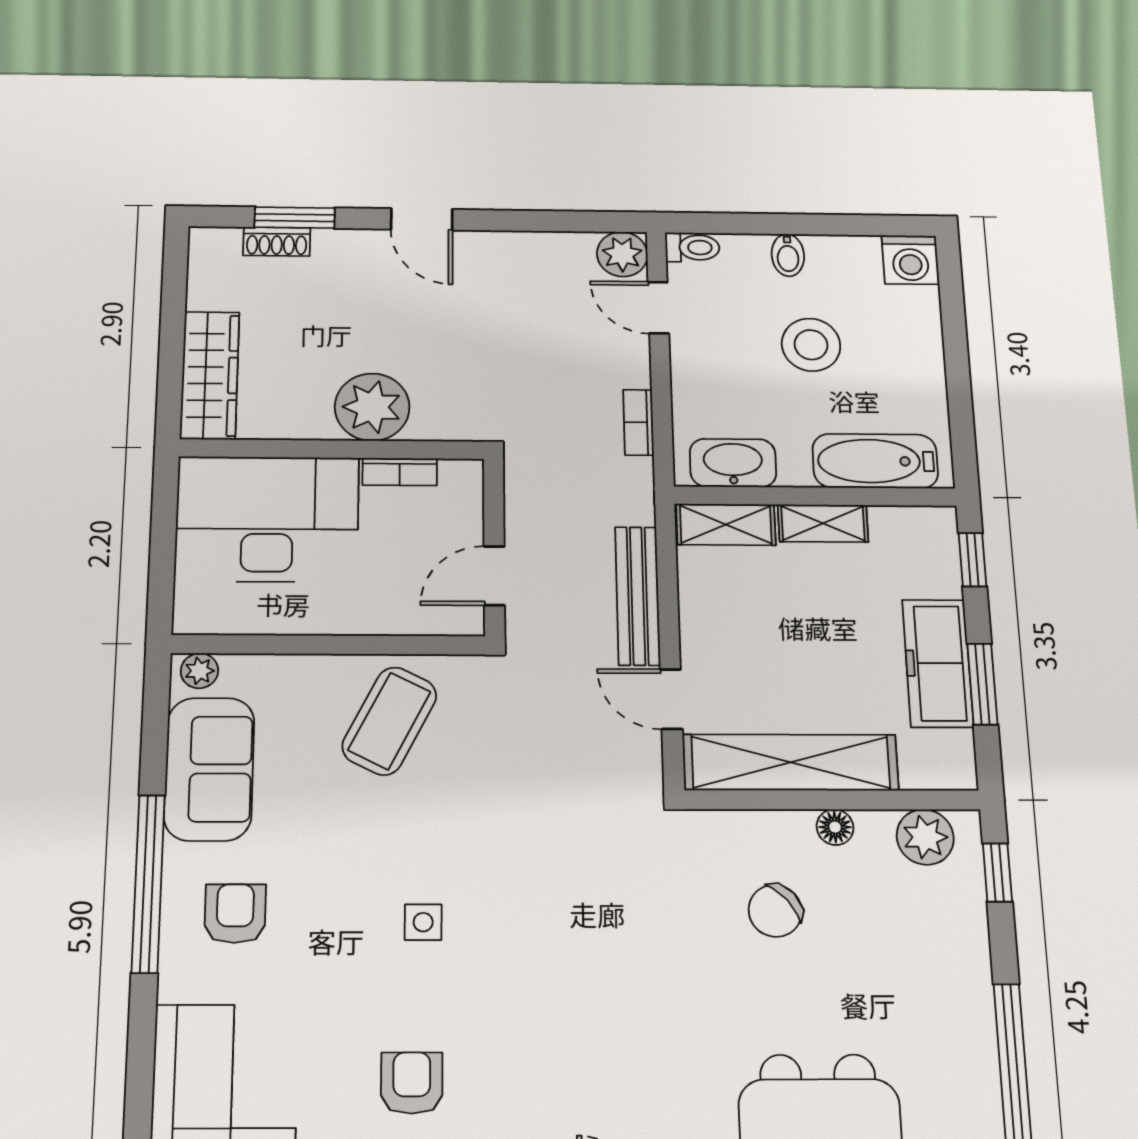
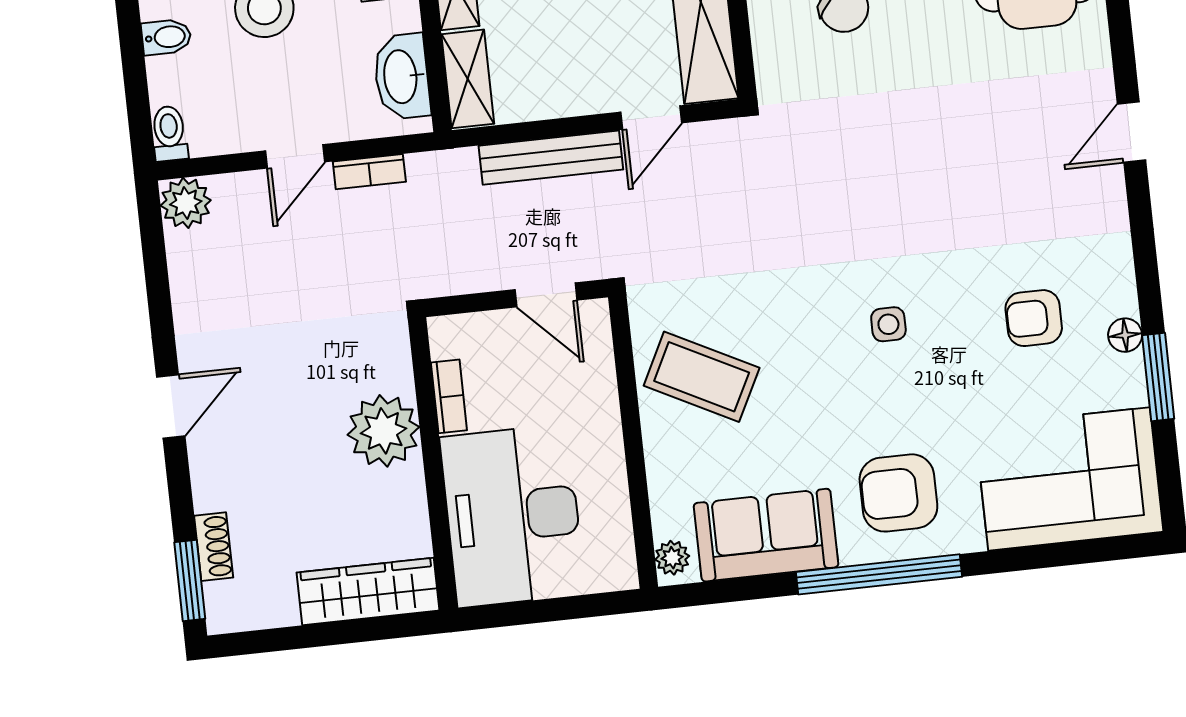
window: (295, 218) -> (190, 580), moved
door: (658, 308) -> (295, 156), moved
armchair: (235, 914) -> (898, 493), width x1.38, depth x1.38

